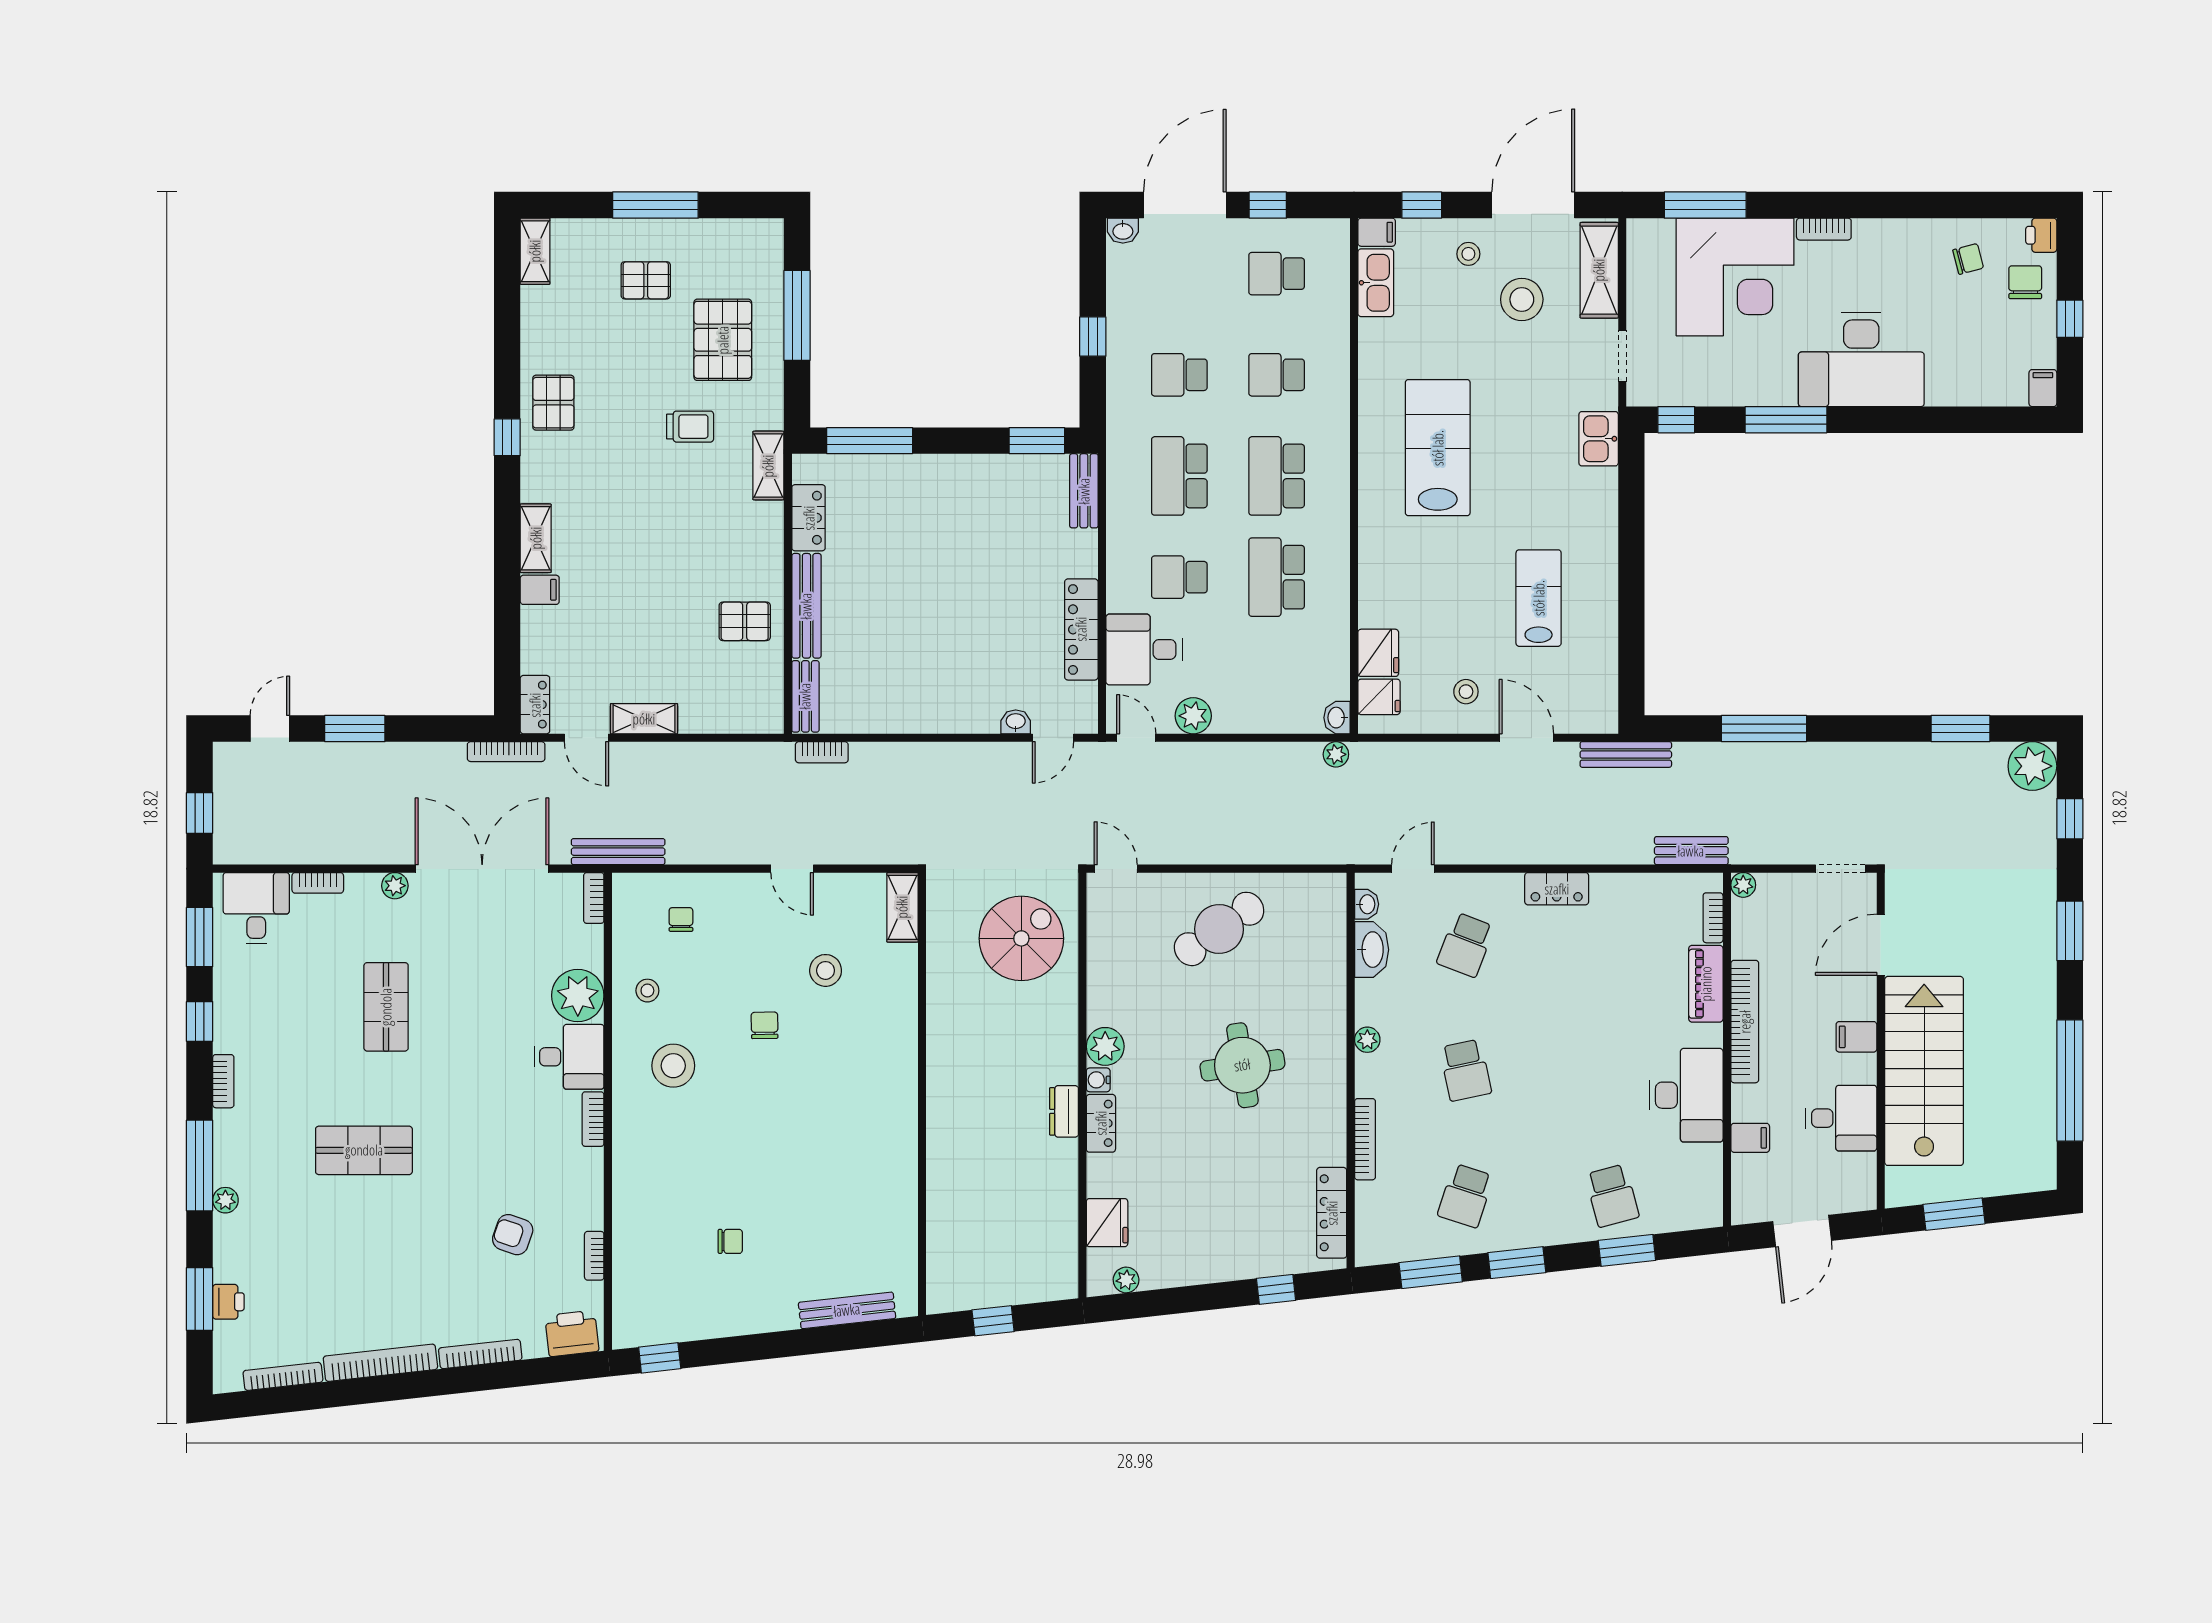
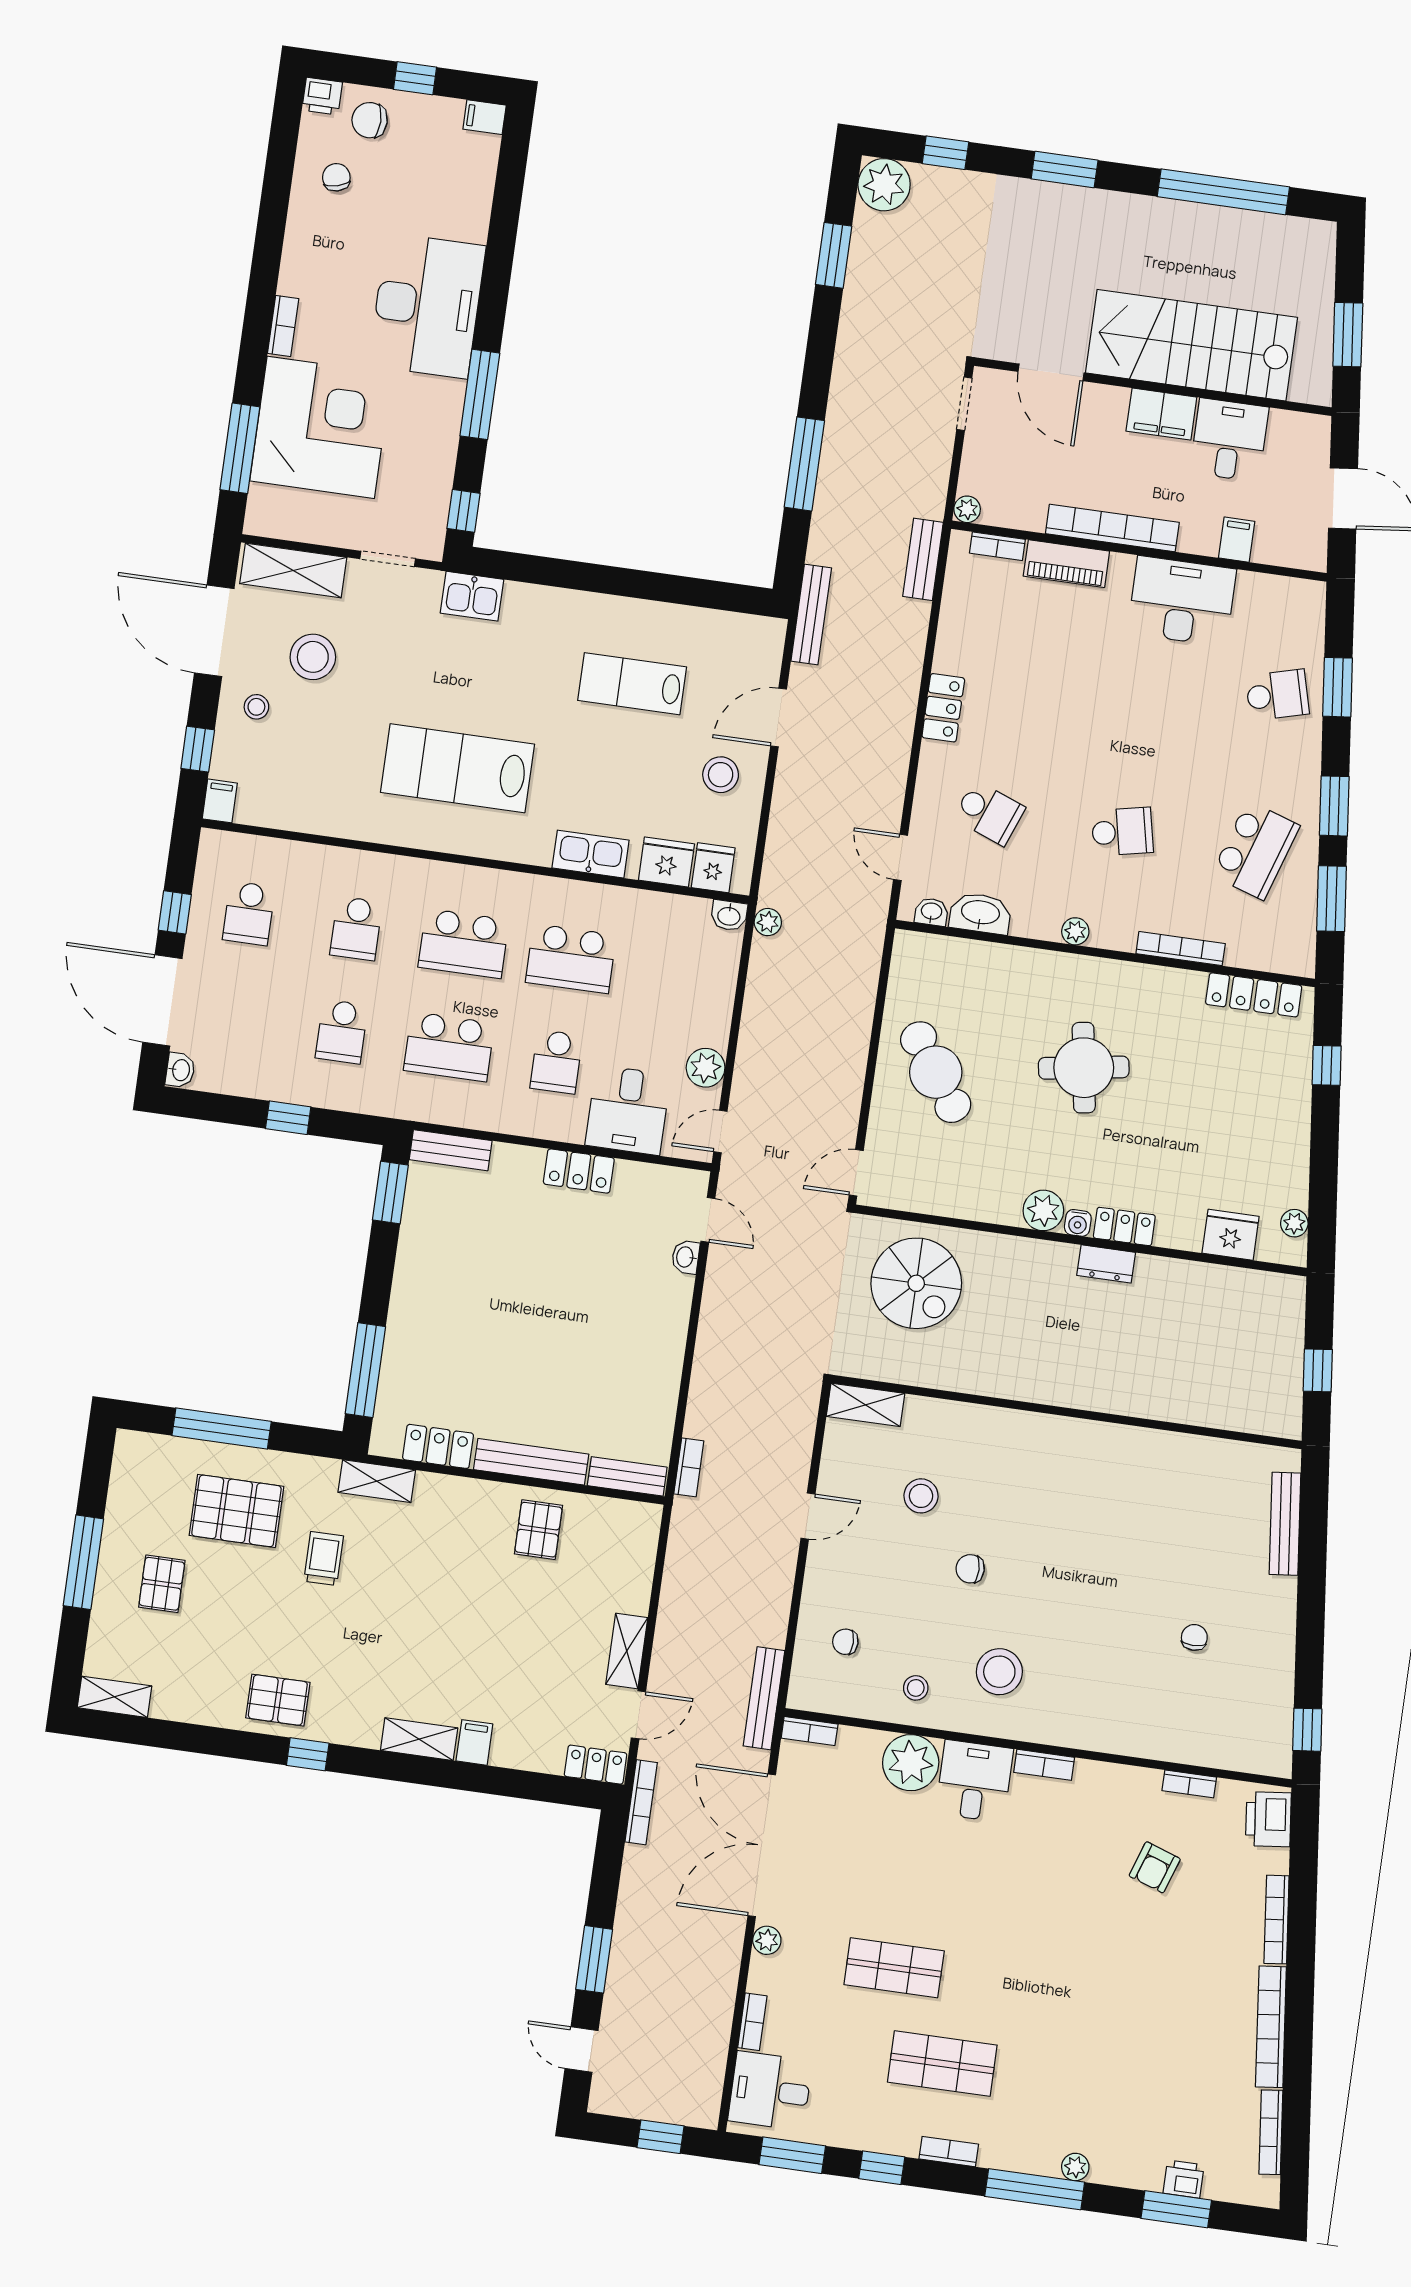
kitchen sink: (1376, 283) -> (591, 854), moved
locker: (1081, 629) -> (579, 1171), width x0.66
stool: (1466, 692) -> (721, 775), width x1.37, depth x1.37
spiral stairs: (1021, 938) -> (916, 1283), turned 180
filing cabinet: (1856, 1037) -> (1161, 414), width x2.00
shop shelf: (364, 1150) -> (942, 2064), moved, turned 90
school desk: (1466, 1196) -> (1255, 850), width x1.85

